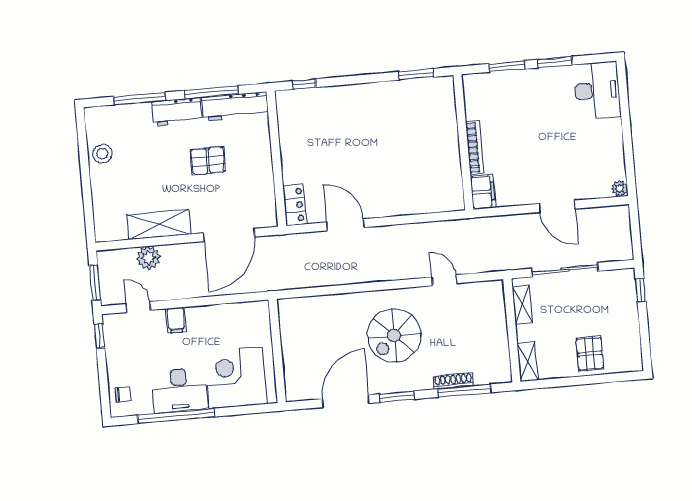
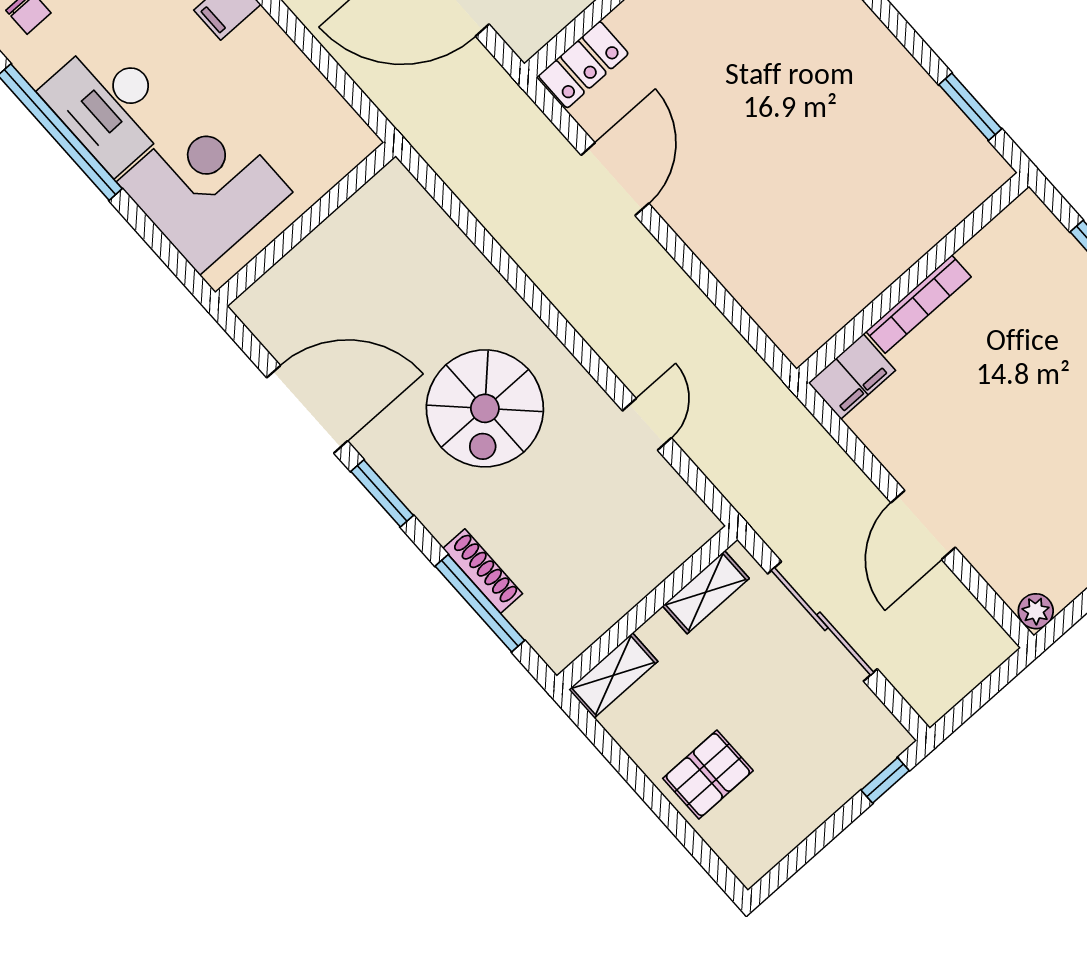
spiral stairs: (394, 335) -> (485, 408), turned -90

